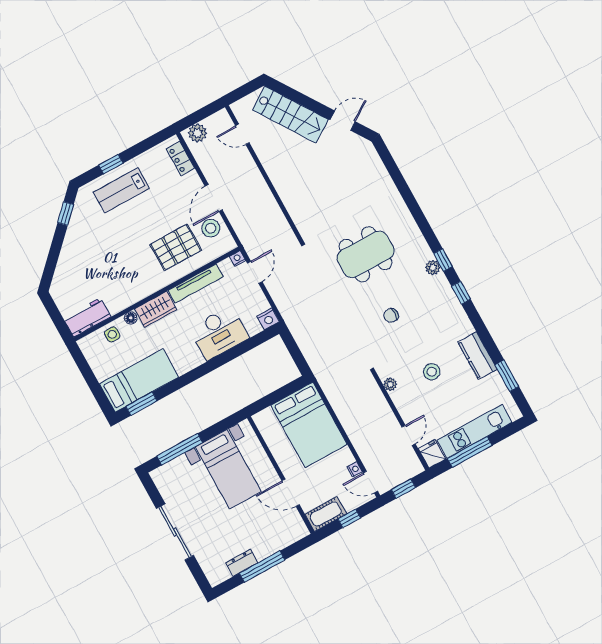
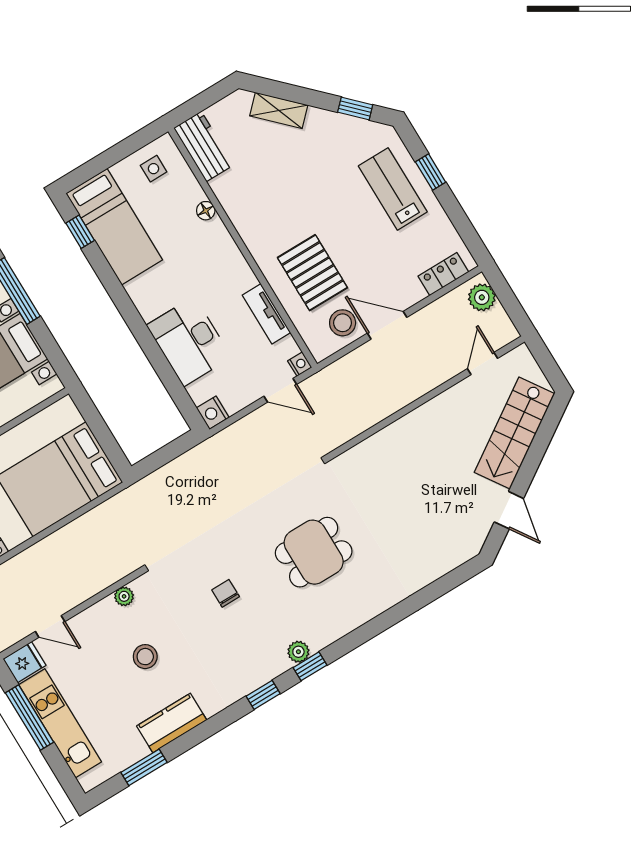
dining table: (366, 254) -> (314, 552), width x0.73
shelving: (65, 265) -> (279, 110), added
tv unit: (196, 284) -> (266, 314), width x0.71
wardrobe: (156, 309) -> (220, 247), removed
side table: (112, 334) -> (154, 169), moved
window: (141, 404) -> (80, 232), width x0.67

